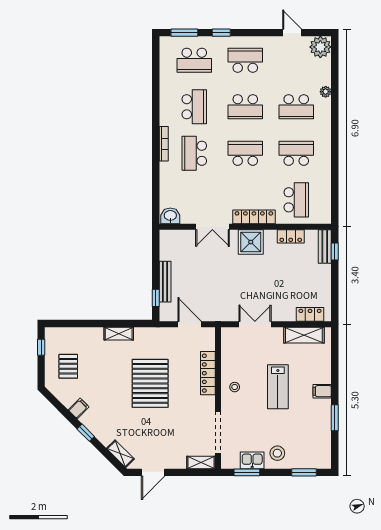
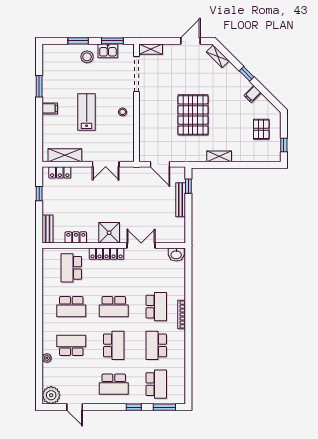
school desk: (194, 60) -> (156, 384), turned 90
school desk: (245, 107) -> (114, 345), turned 90
window: (335, 251) -> (39, 194), moved
locker: (208, 373) -> (145, 123), removed
window: (304, 472) -> (78, 41), moved

